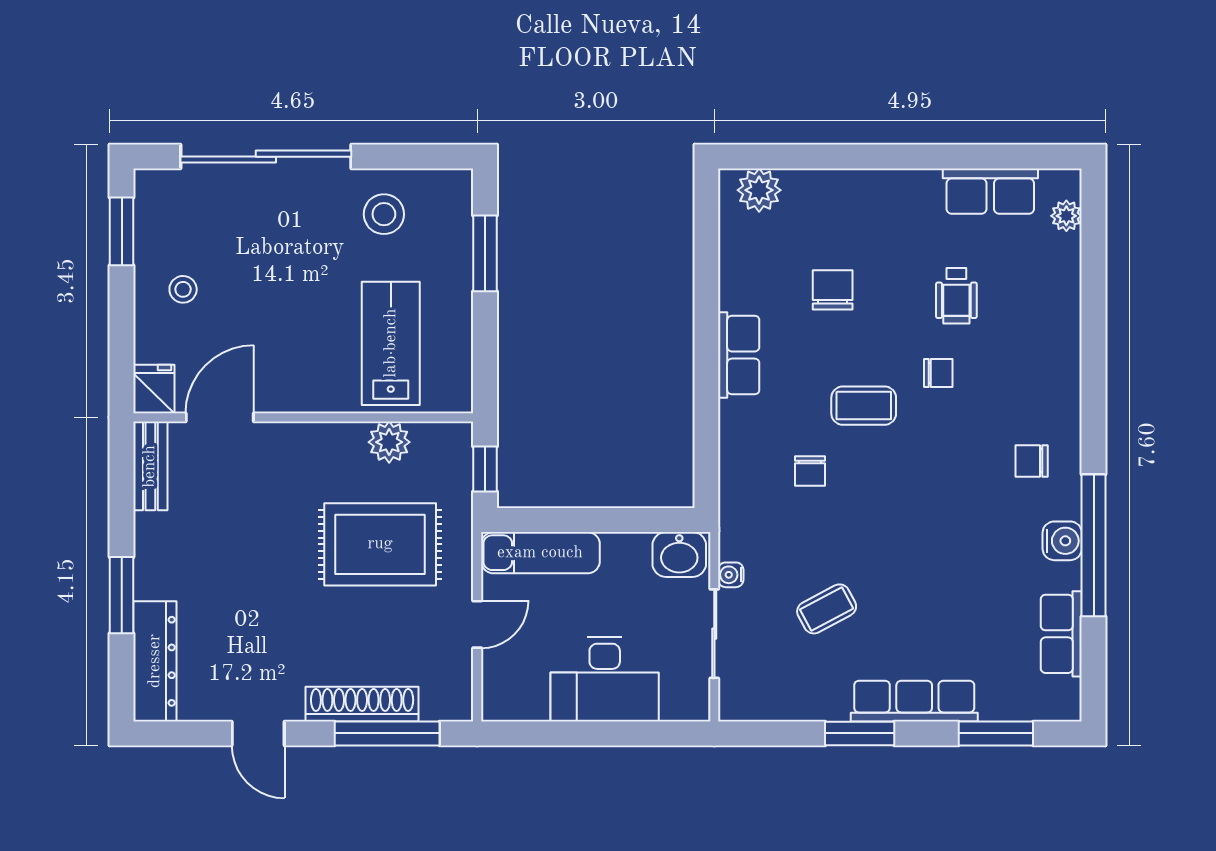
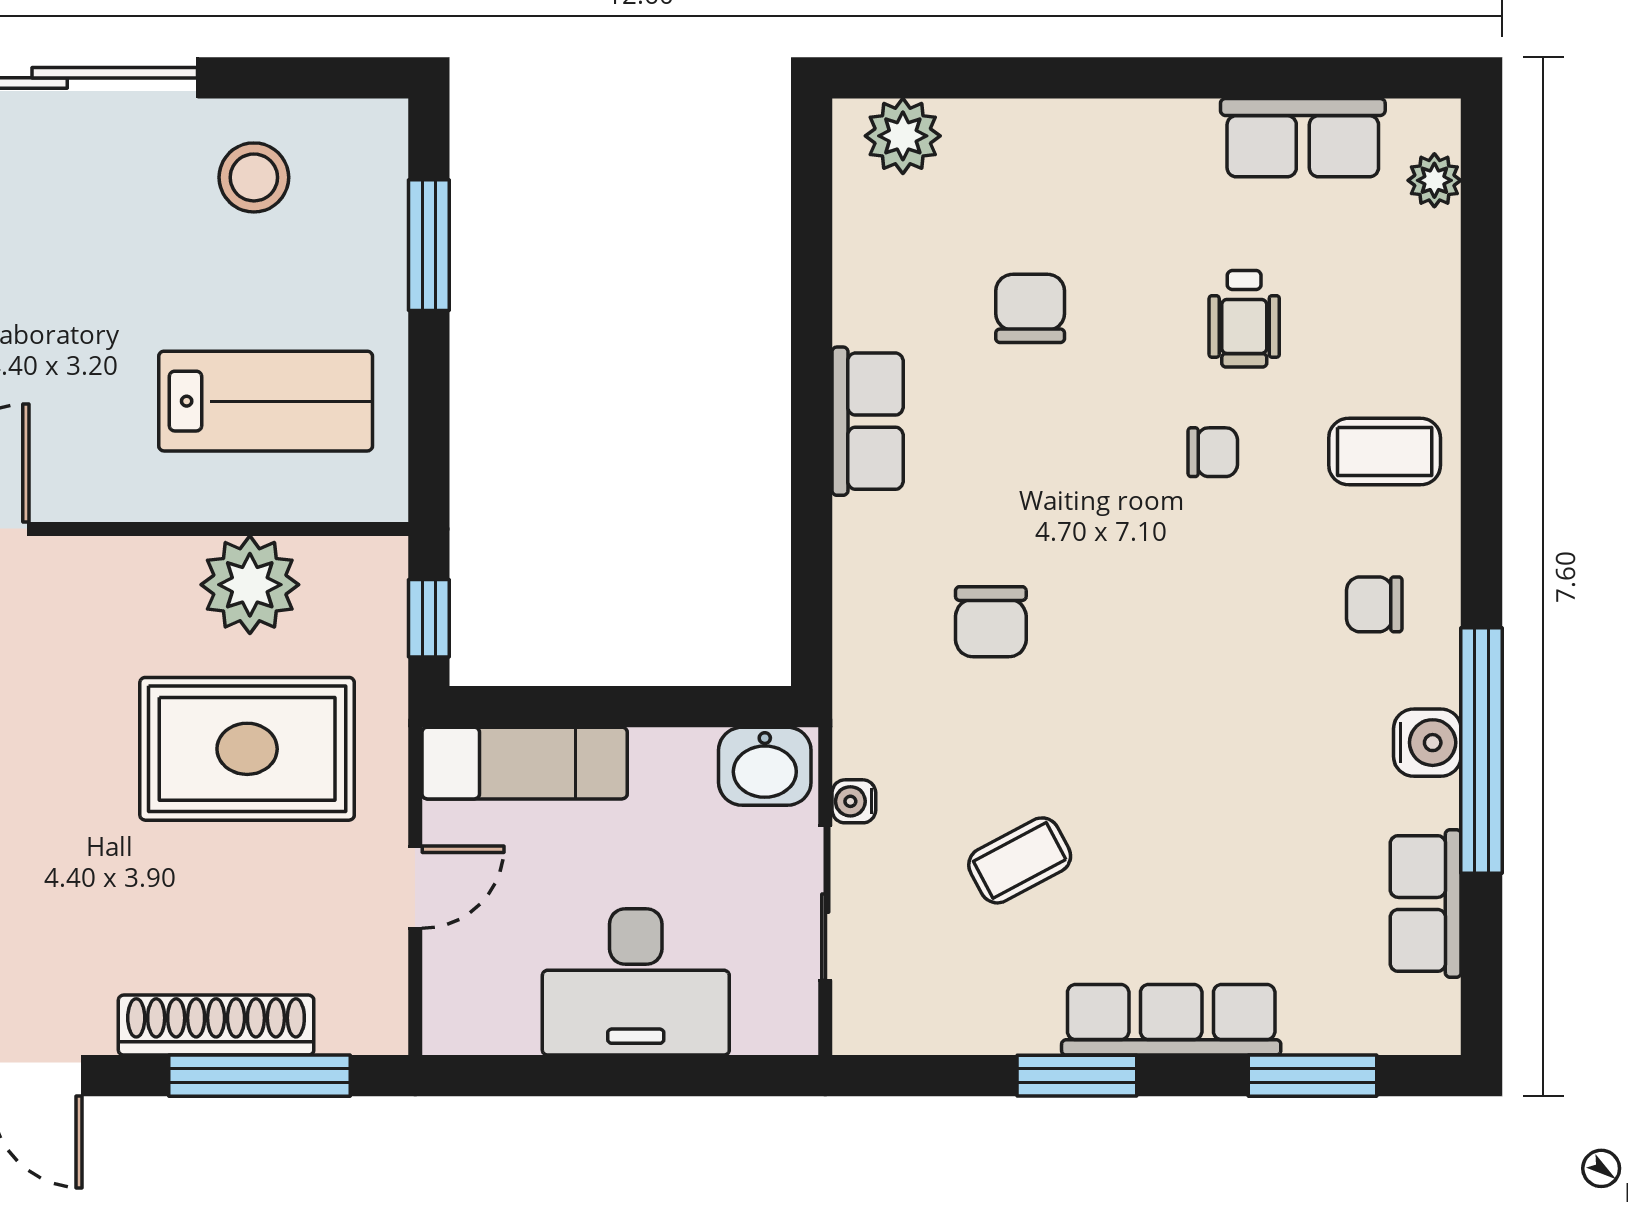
lab bench: (391, 343) -> (266, 401), turned 90
coffee table: (864, 406) -> (1385, 452), moved
plant: (389, 442) -> (250, 585), width x1.36, depth x1.36
chair: (810, 471) -> (991, 622), width x1.37, depth x1.37

